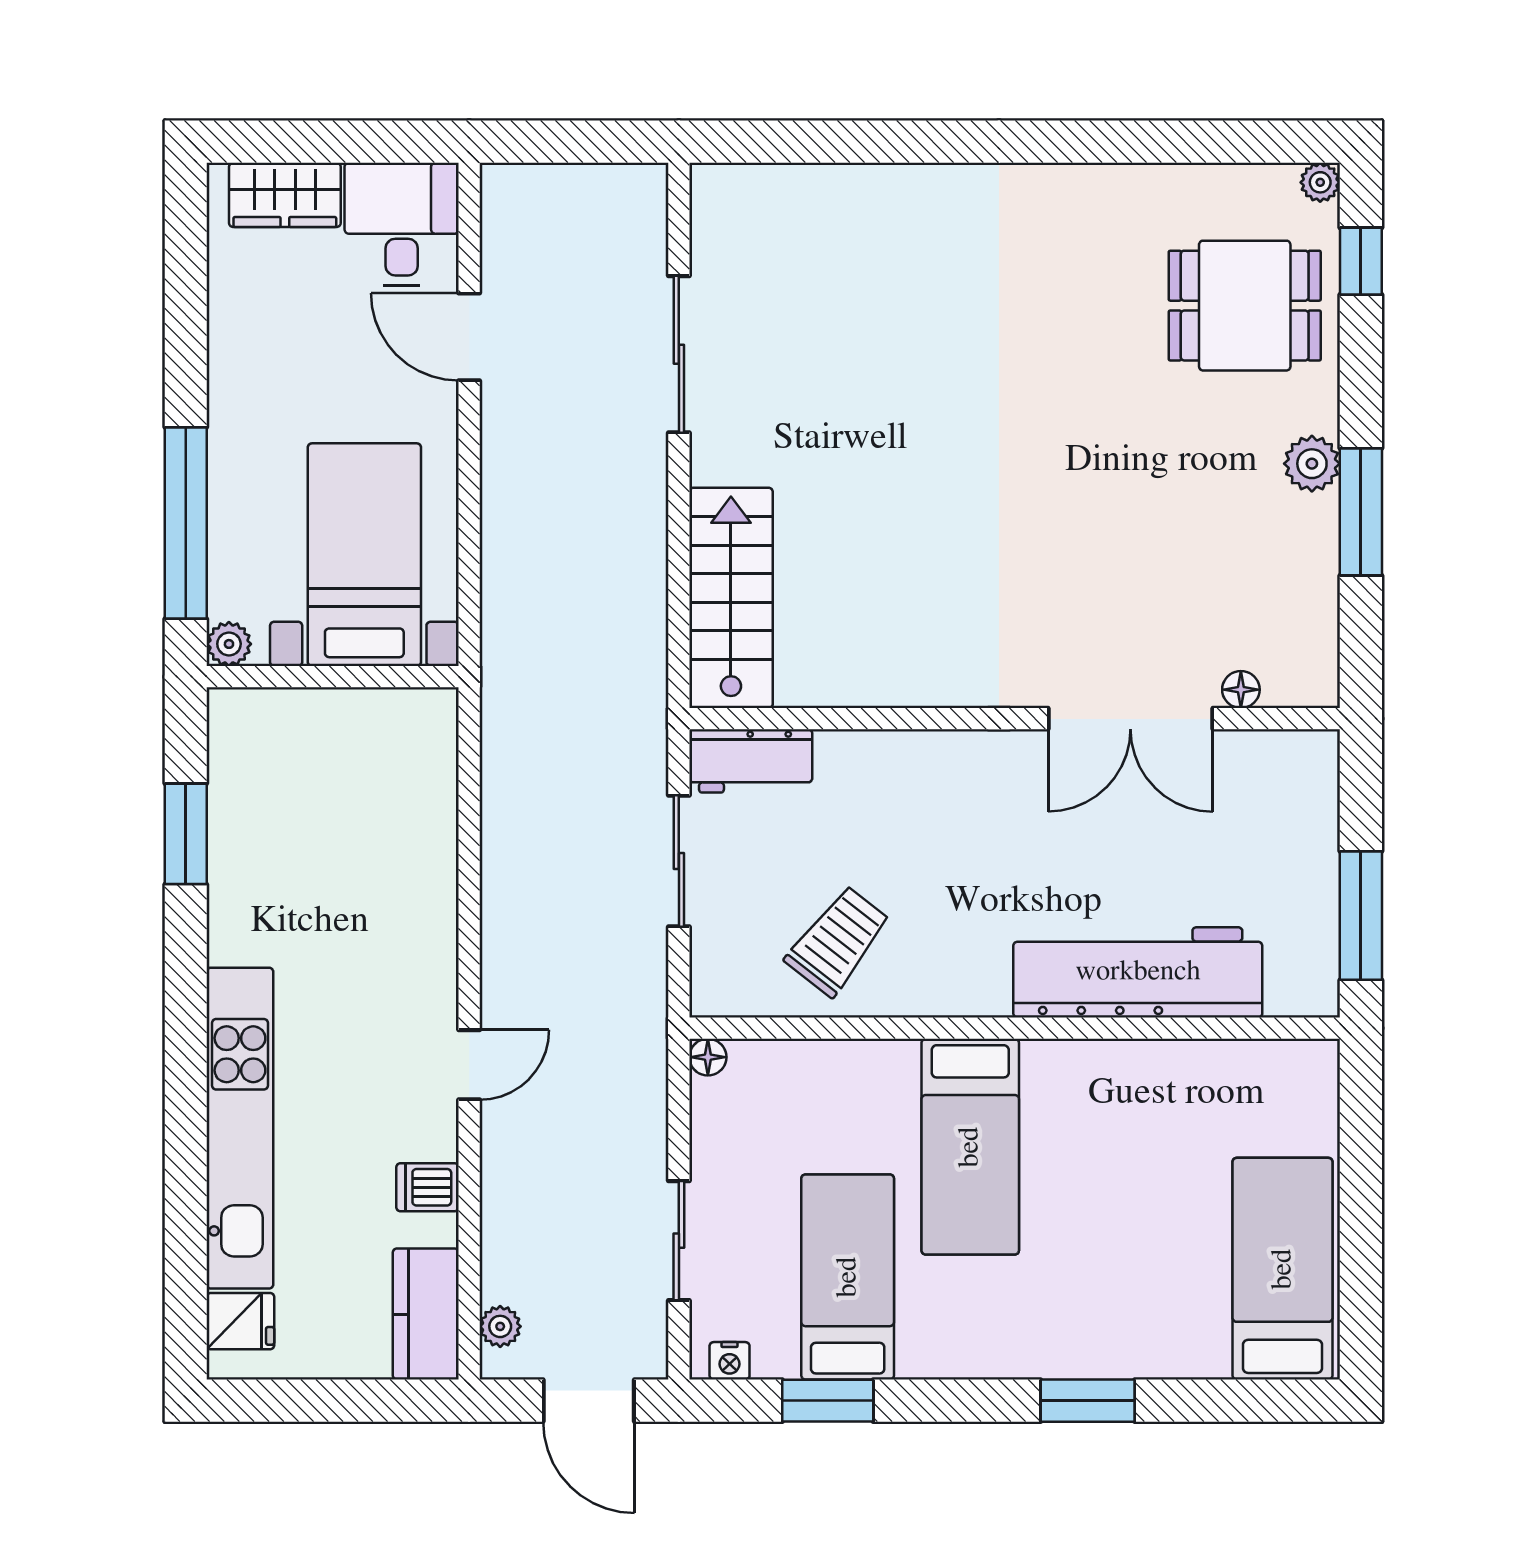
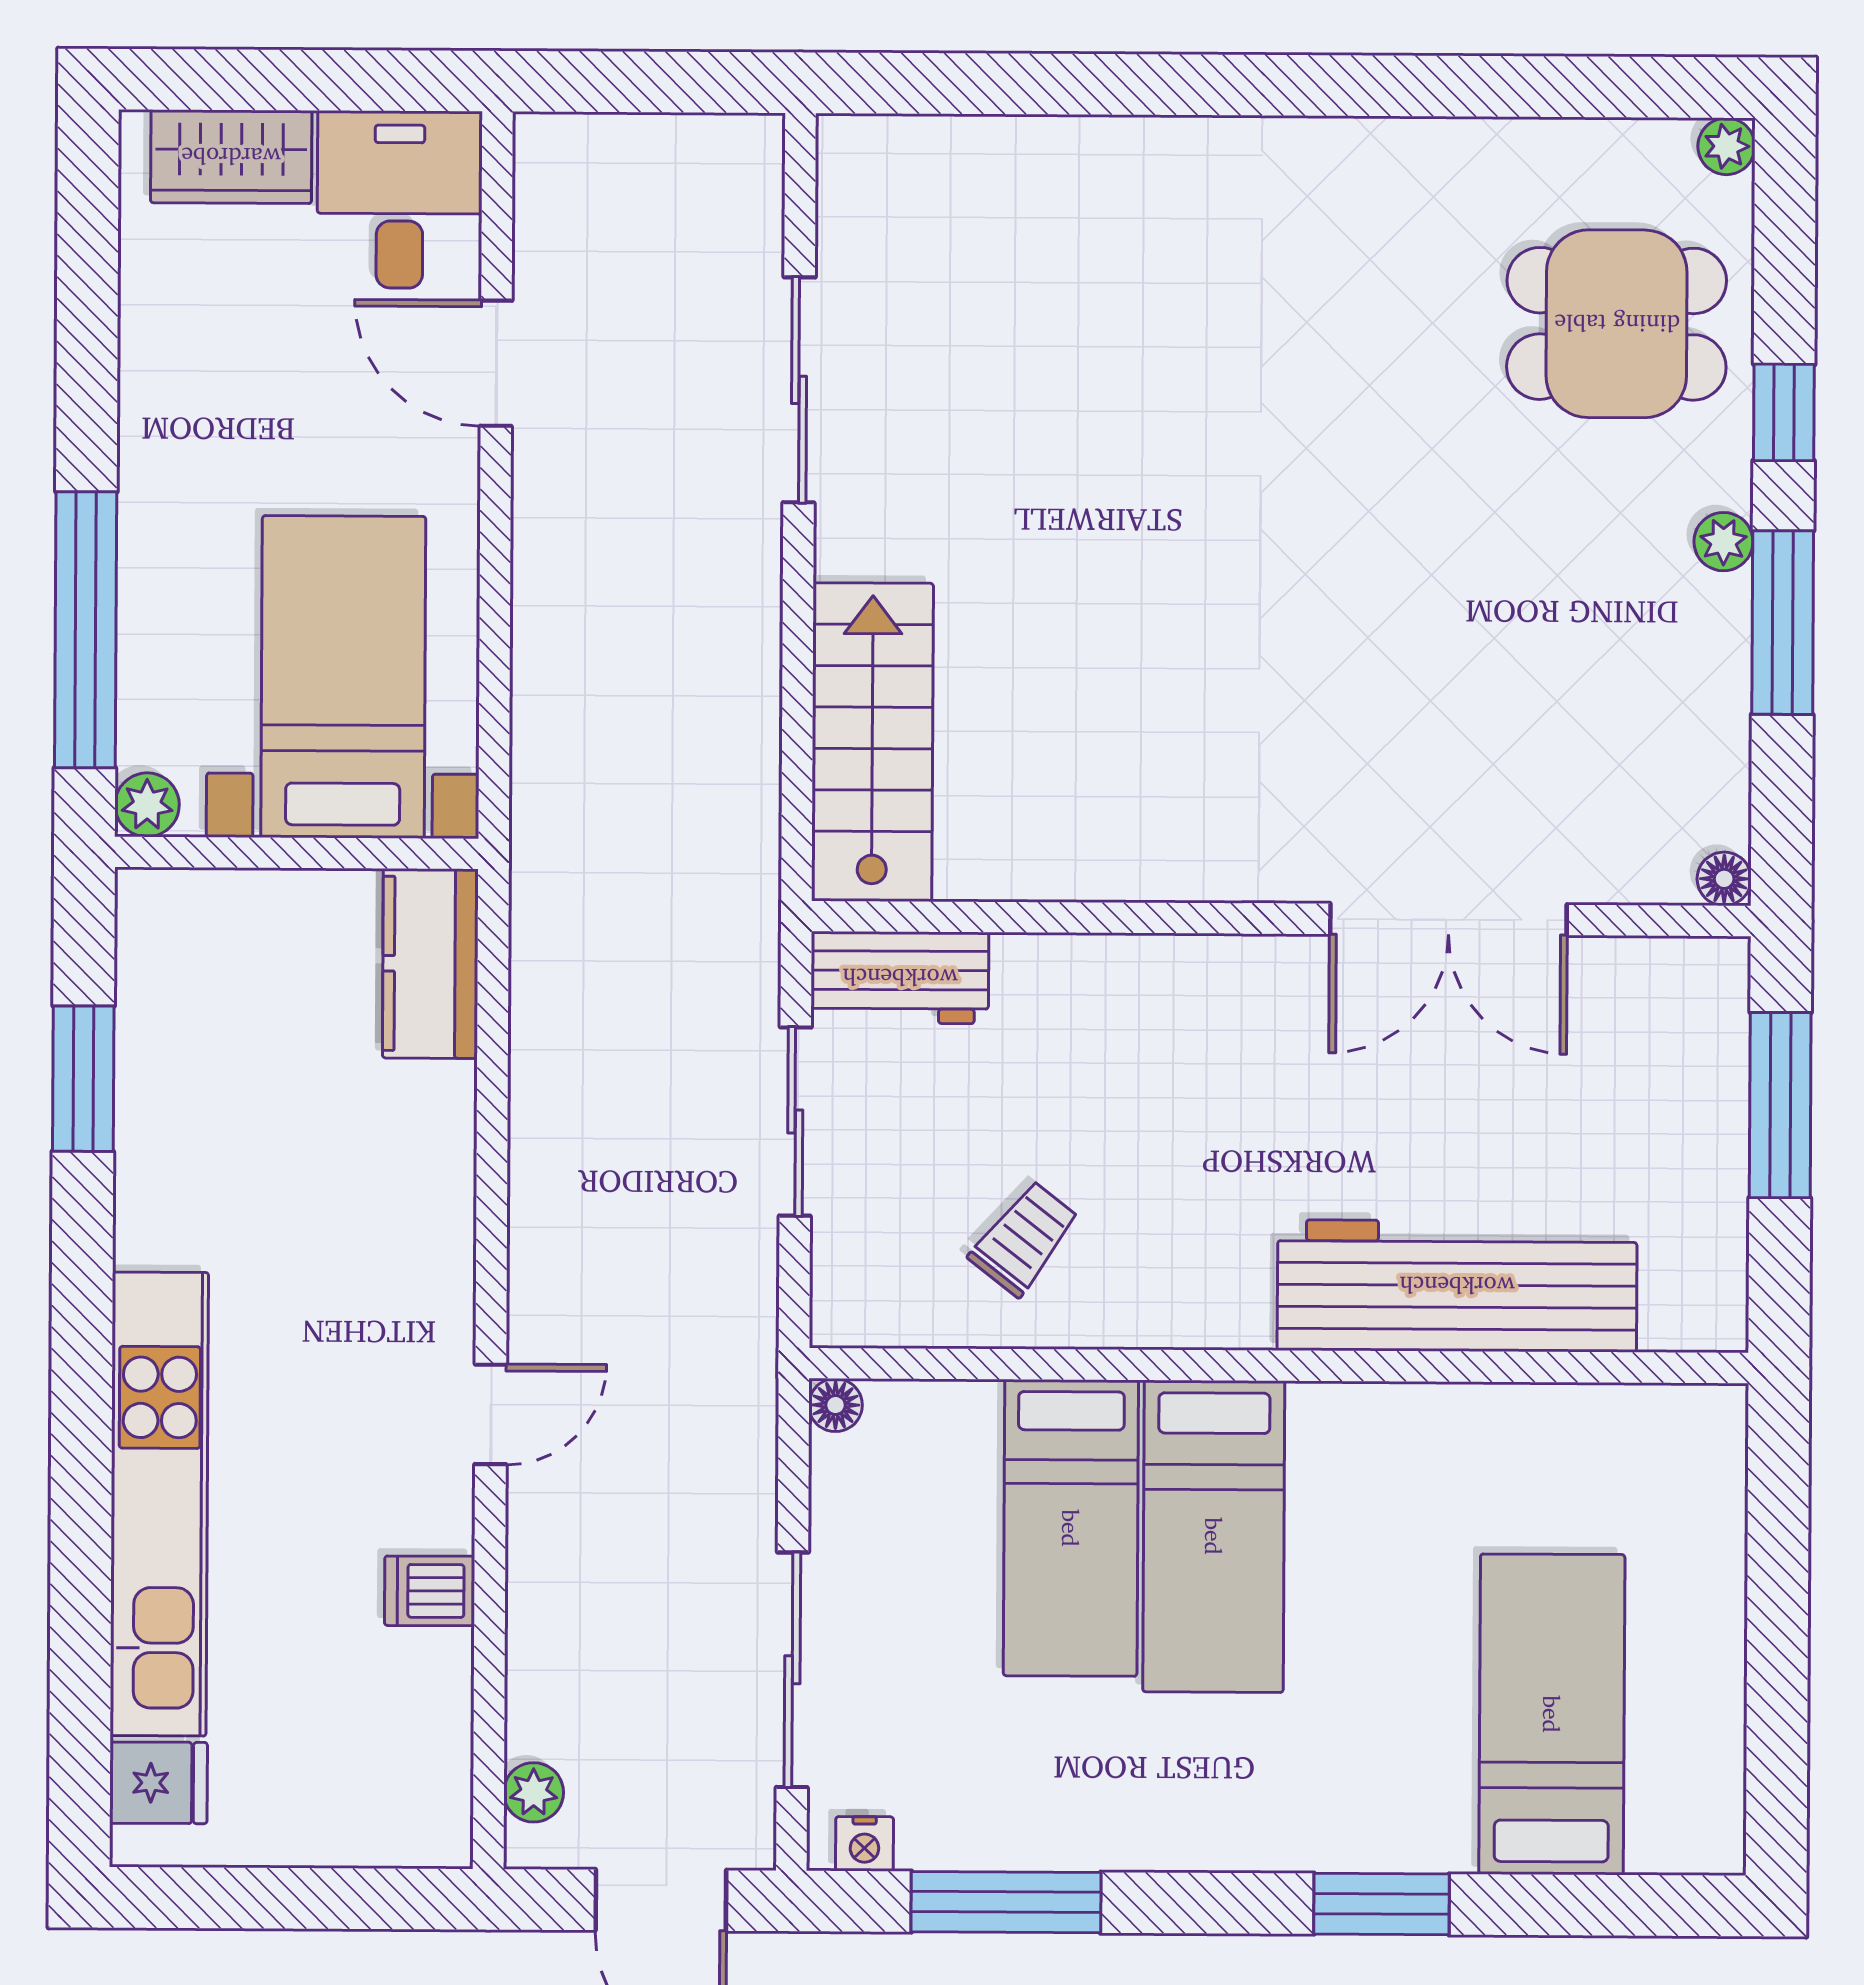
window: (1361, 261) -> (1784, 412), moved
plant: (1312, 464) -> (1723, 542), width x0.73, depth x0.73
floor lamp: (1241, 690) -> (1724, 879), moved
window: (1361, 916) -> (1780, 1105), moved
trolley: (838, 941) -> (1024, 1238), width x0.73, depth x0.72
sliding door: (679, 1241) -> (792, 1670), width x1.37
bed: (1283, 1269) -> (1552, 1714), moved
bed: (848, 1277) -> (1071, 1528), moved, turned 180
kitchen counter: (426, 1314) -> (430, 964), moved
window: (828, 1401) -> (1006, 1902), width x1.44

